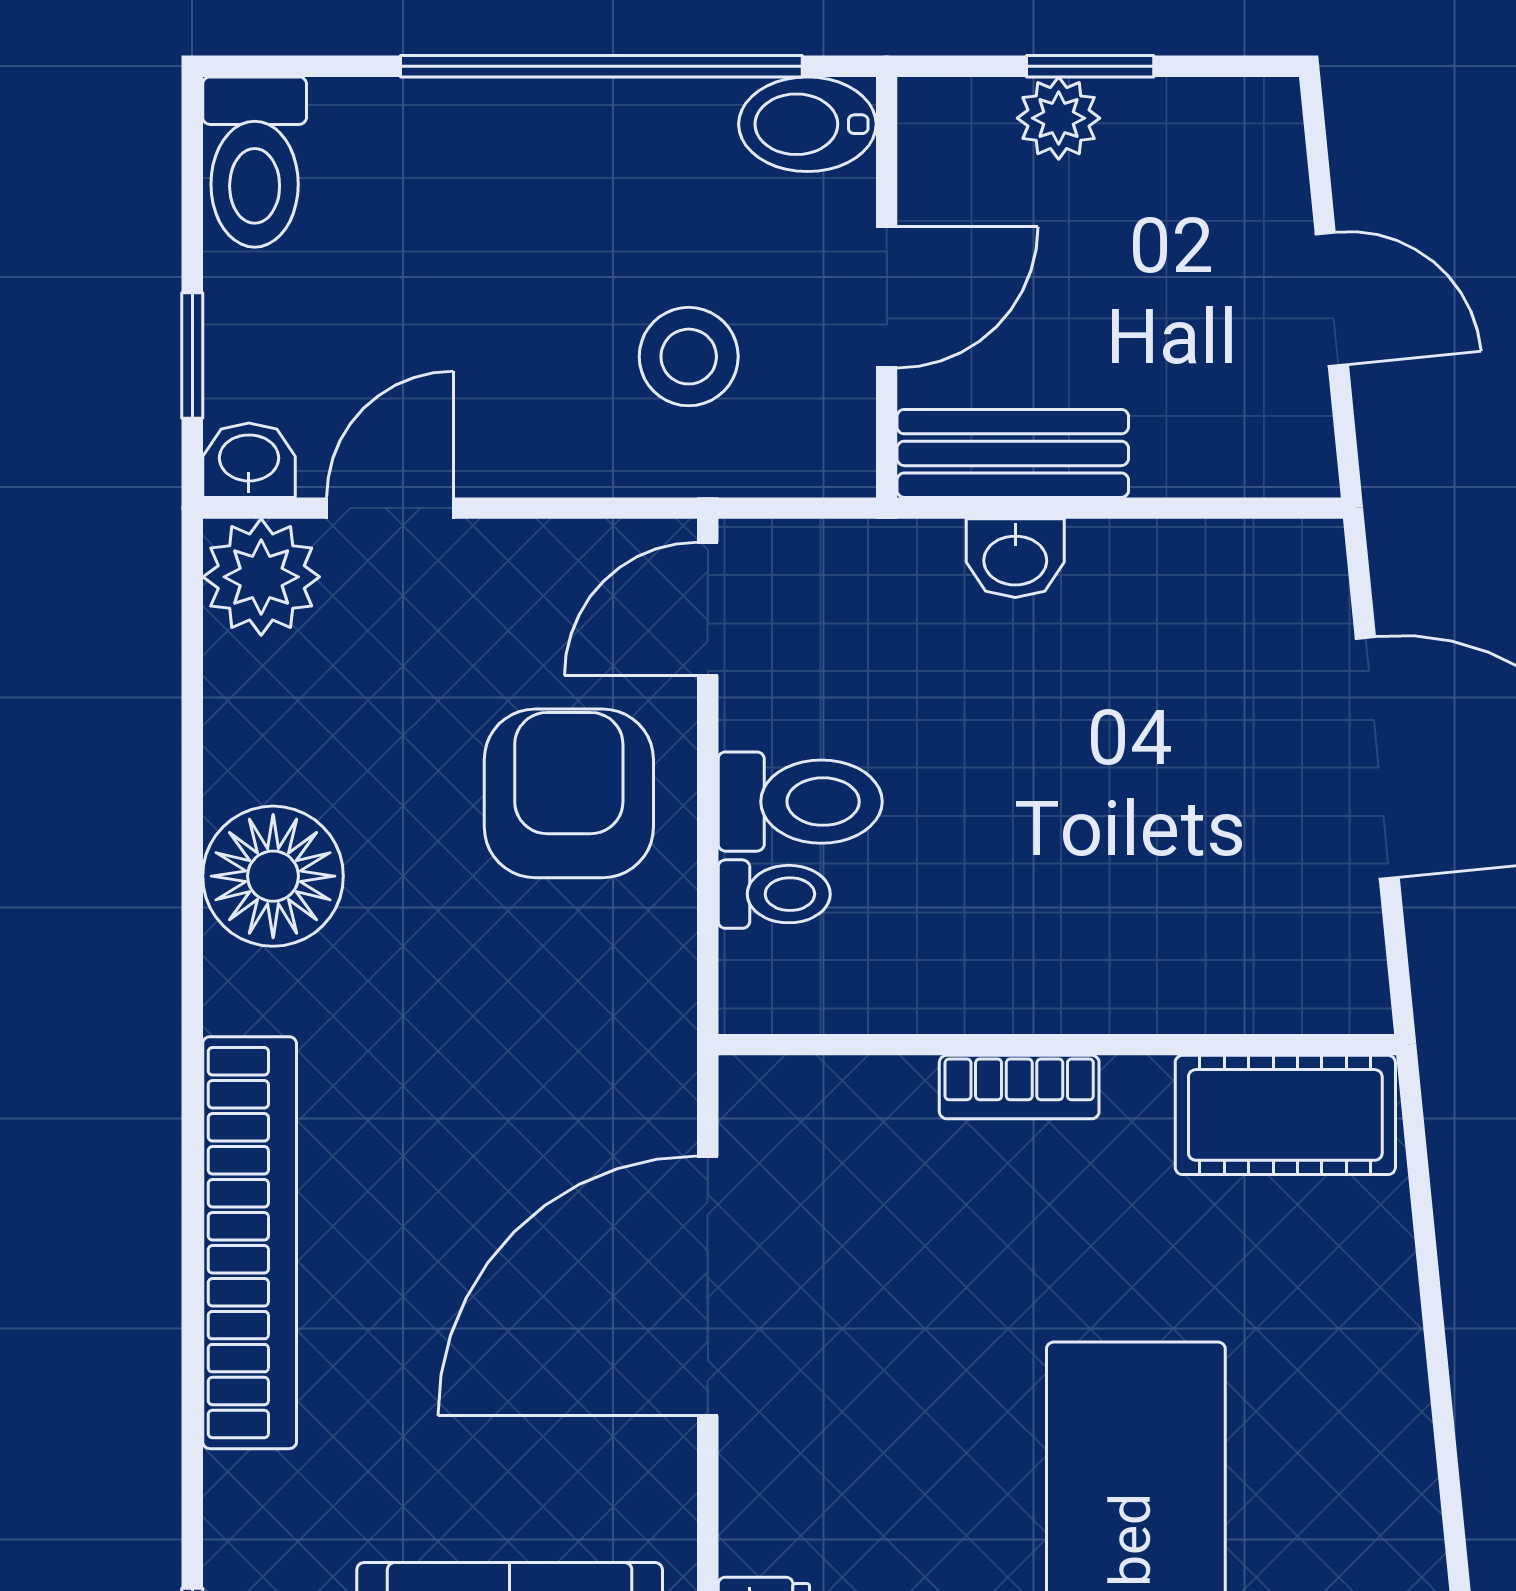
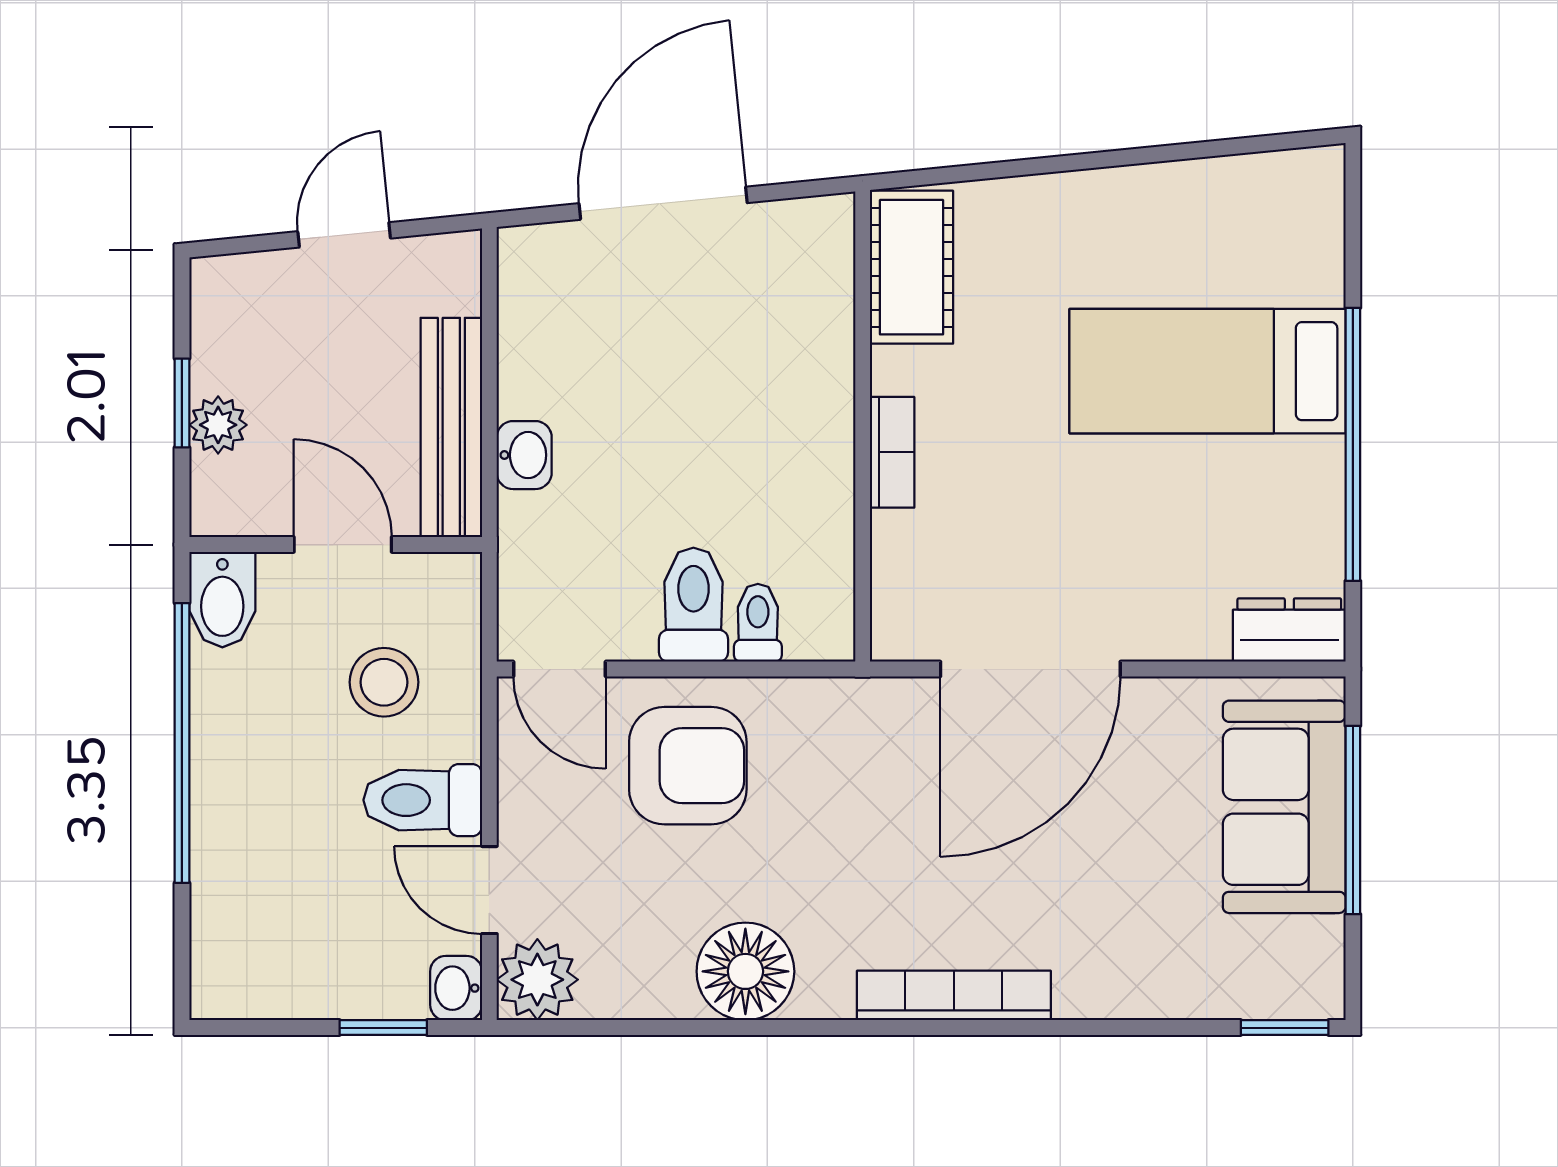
toilet: (255, 162) -> (423, 800), moved, turned 180
bench: (1013, 453) -> (451, 428), width x1.36
armchair: (569, 793) -> (688, 766), turned 180
bookcase: (250, 1243) -> (954, 995), width x0.68, depth x0.76
door: (708, 1286) -> (1030, 669), hinge flipped

